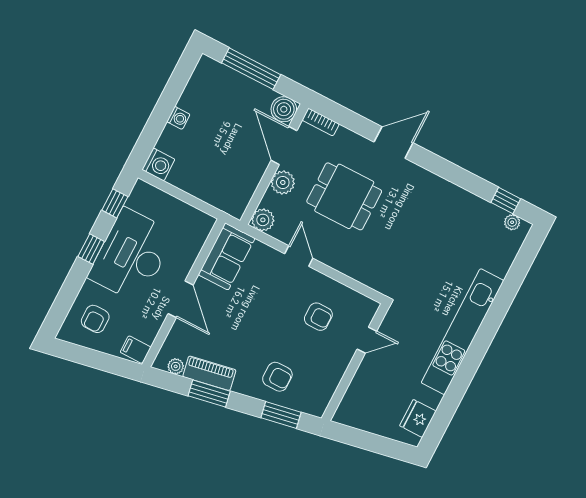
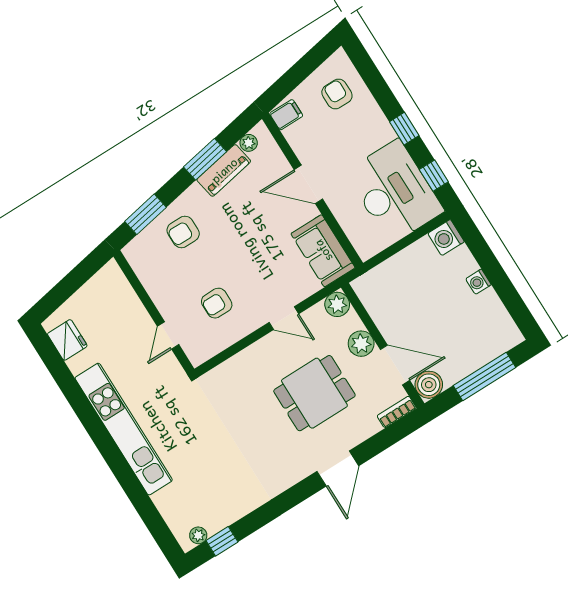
desk: (132, 255) -> (394, 192), moved

